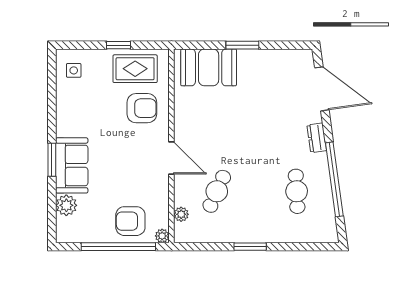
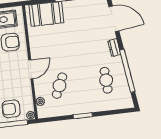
door: (171, 158) -> (31, 69), hinge flipped

